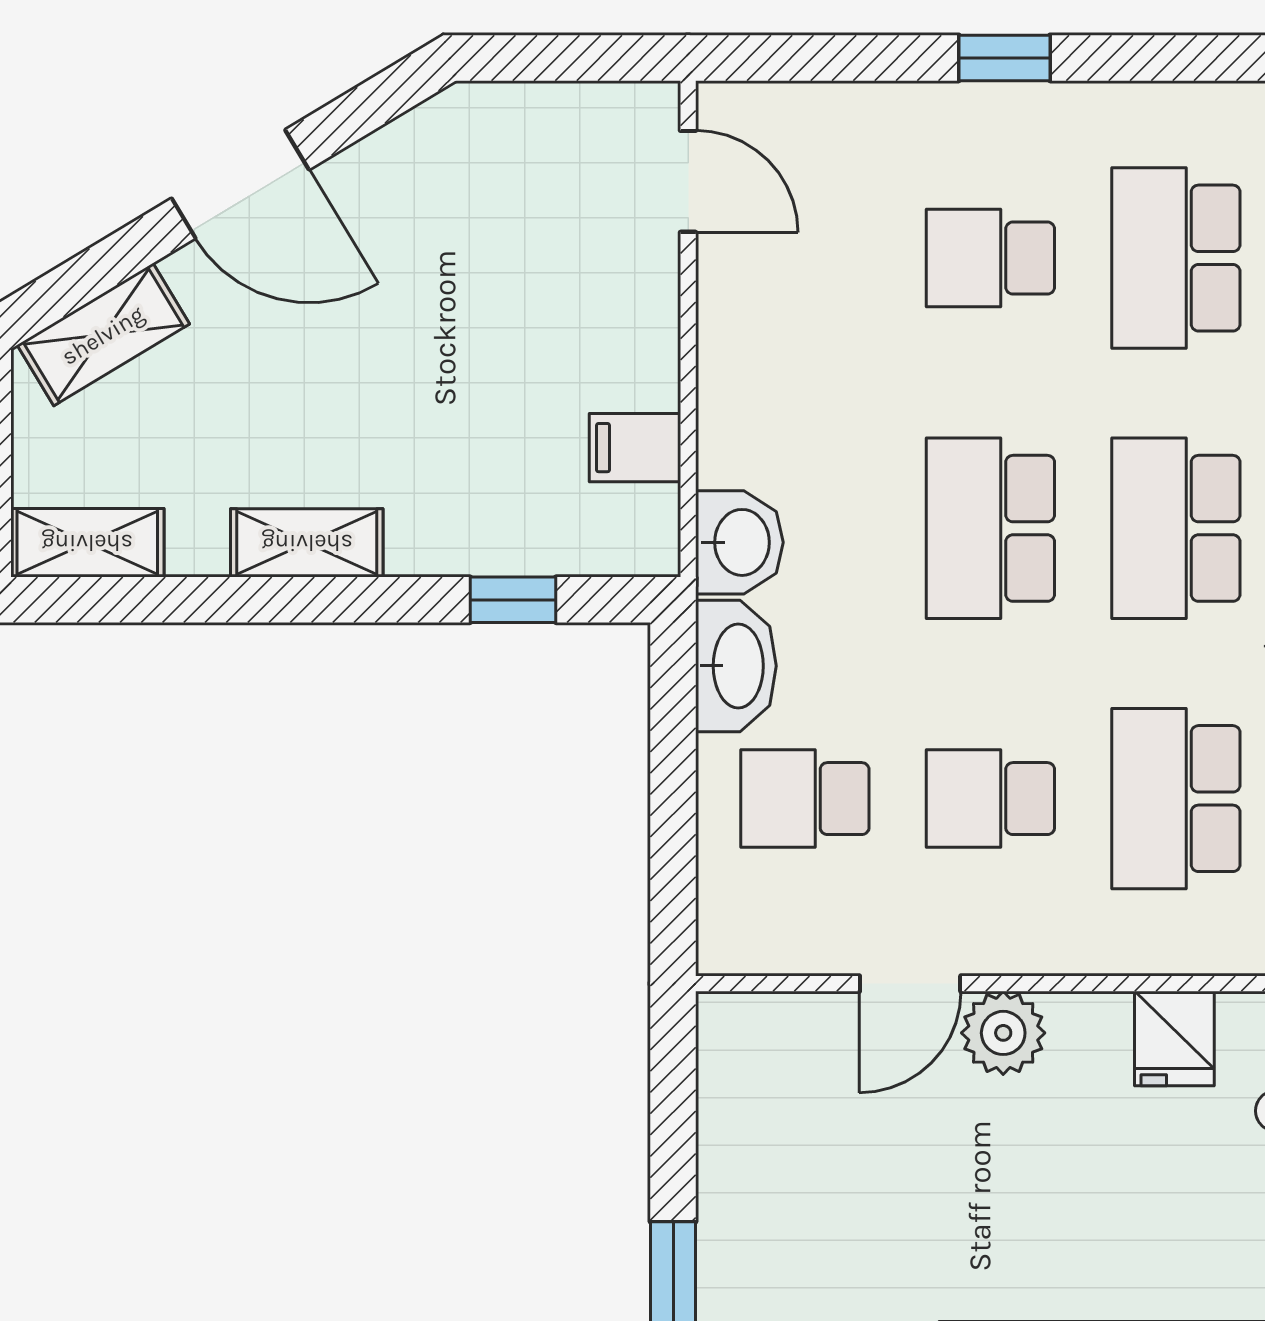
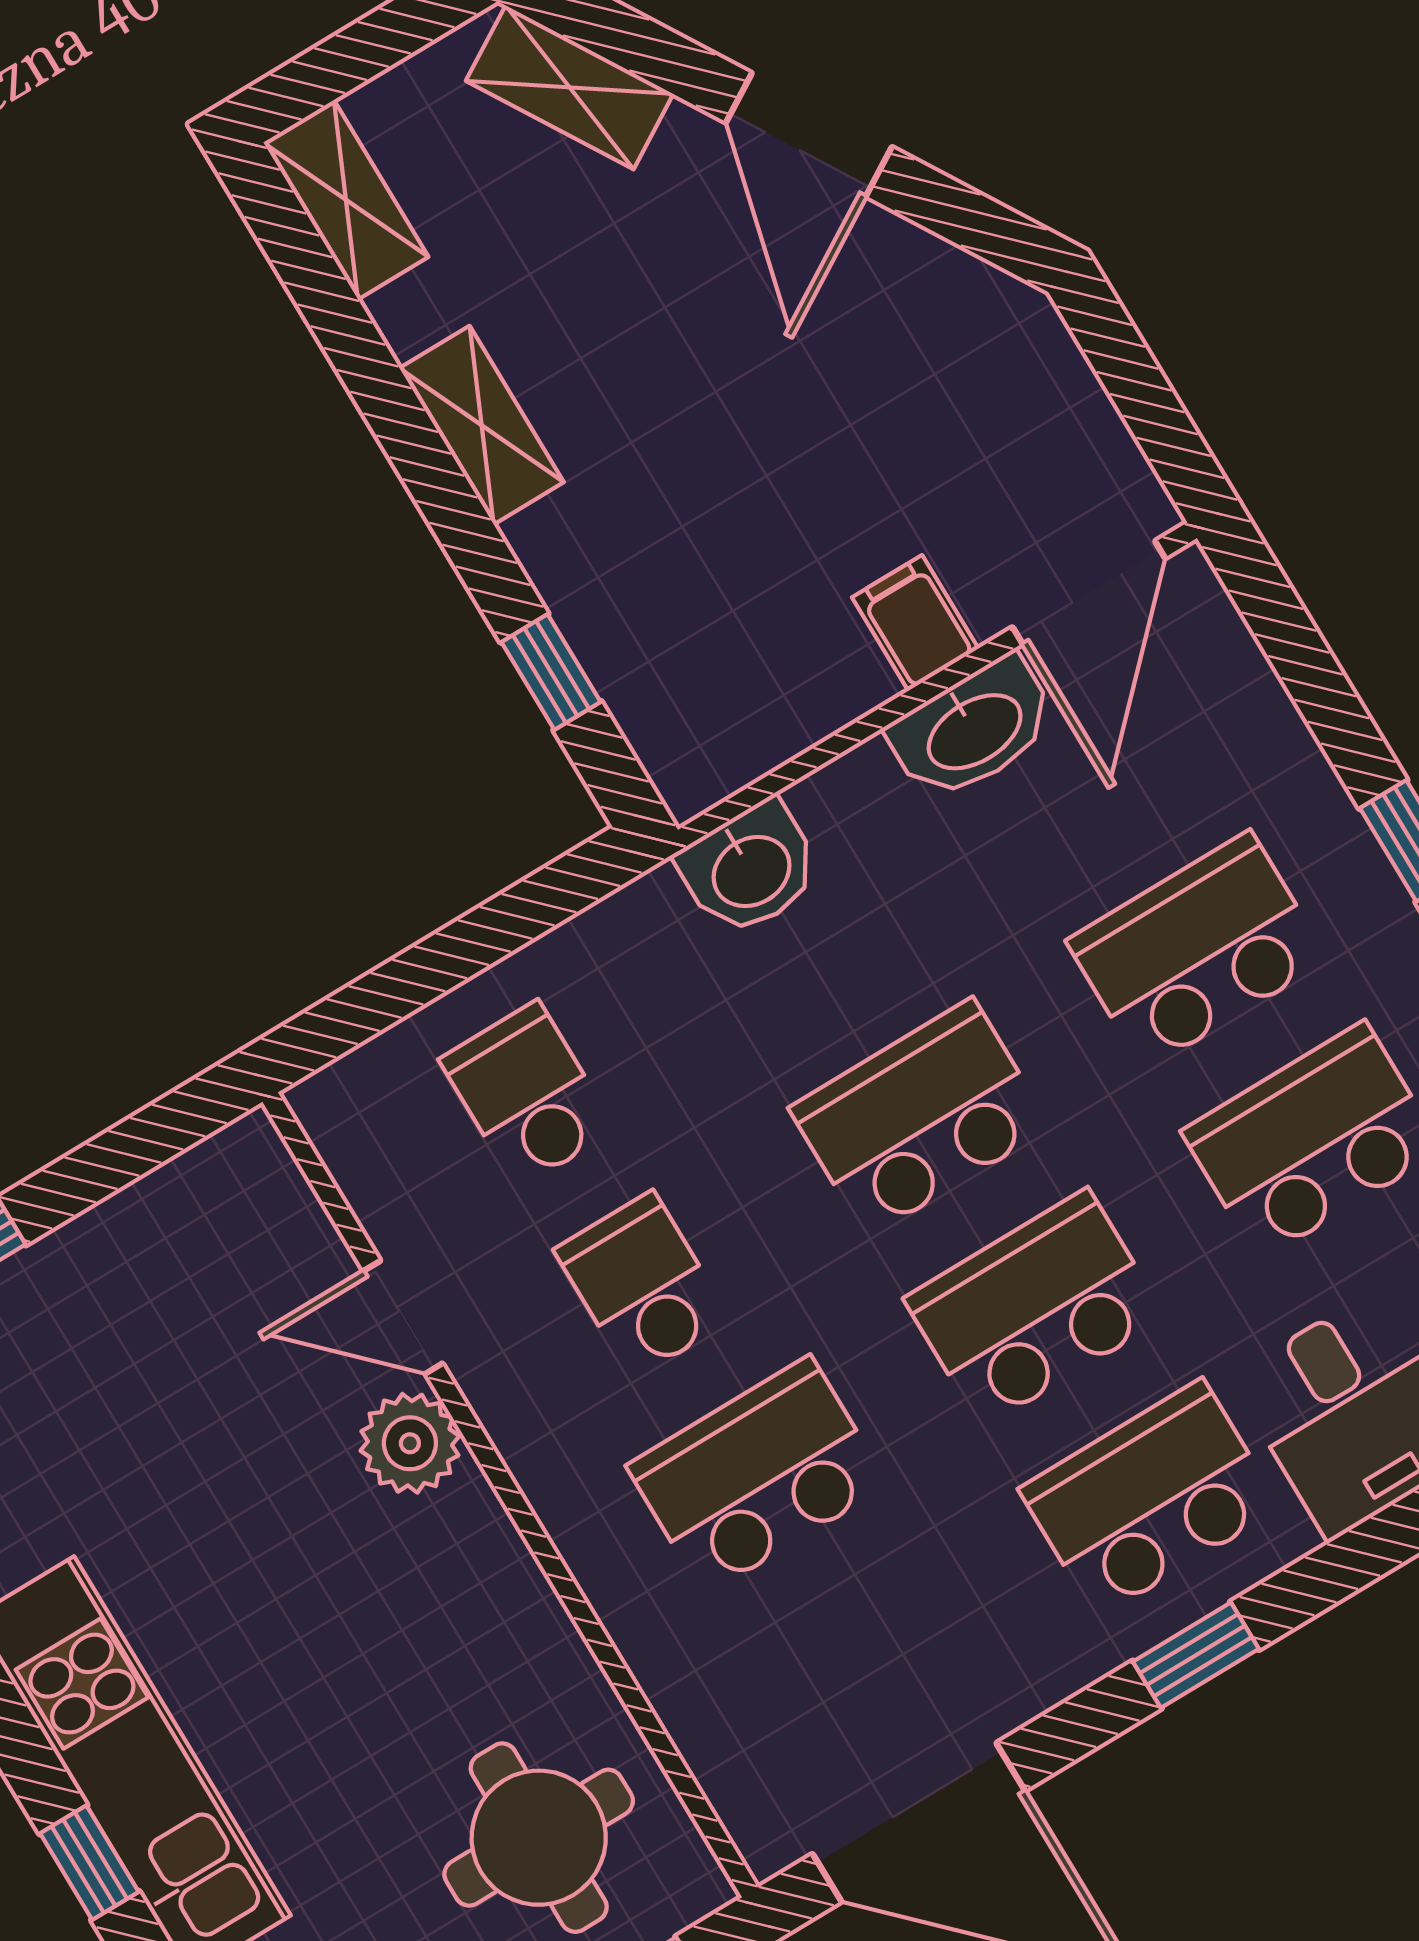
door: (688, 181) -> (1089, 593), width x1.38
school desk: (990, 258) -> (1197, 950), width x1.85
filing cabinet: (635, 448) -> (915, 623), moved
washbasin: (736, 666) -> (973, 729), moved
fridge: (1174, 1039) -> (510, 1622), removed

